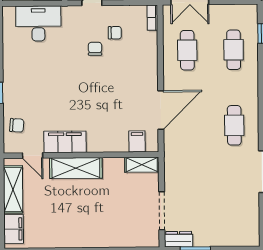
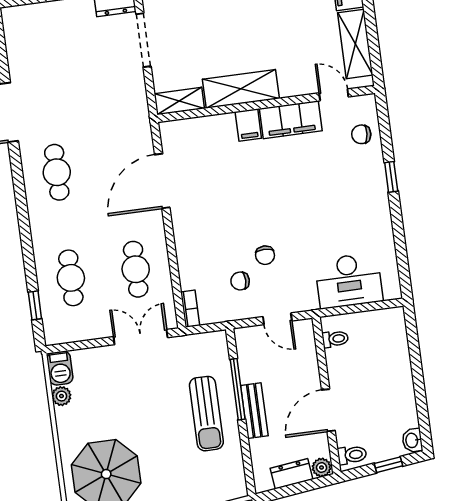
filing cabinet: (137, 141) -> (248, 125), moved
shelving: (76, 168) -> (241, 89), moved

